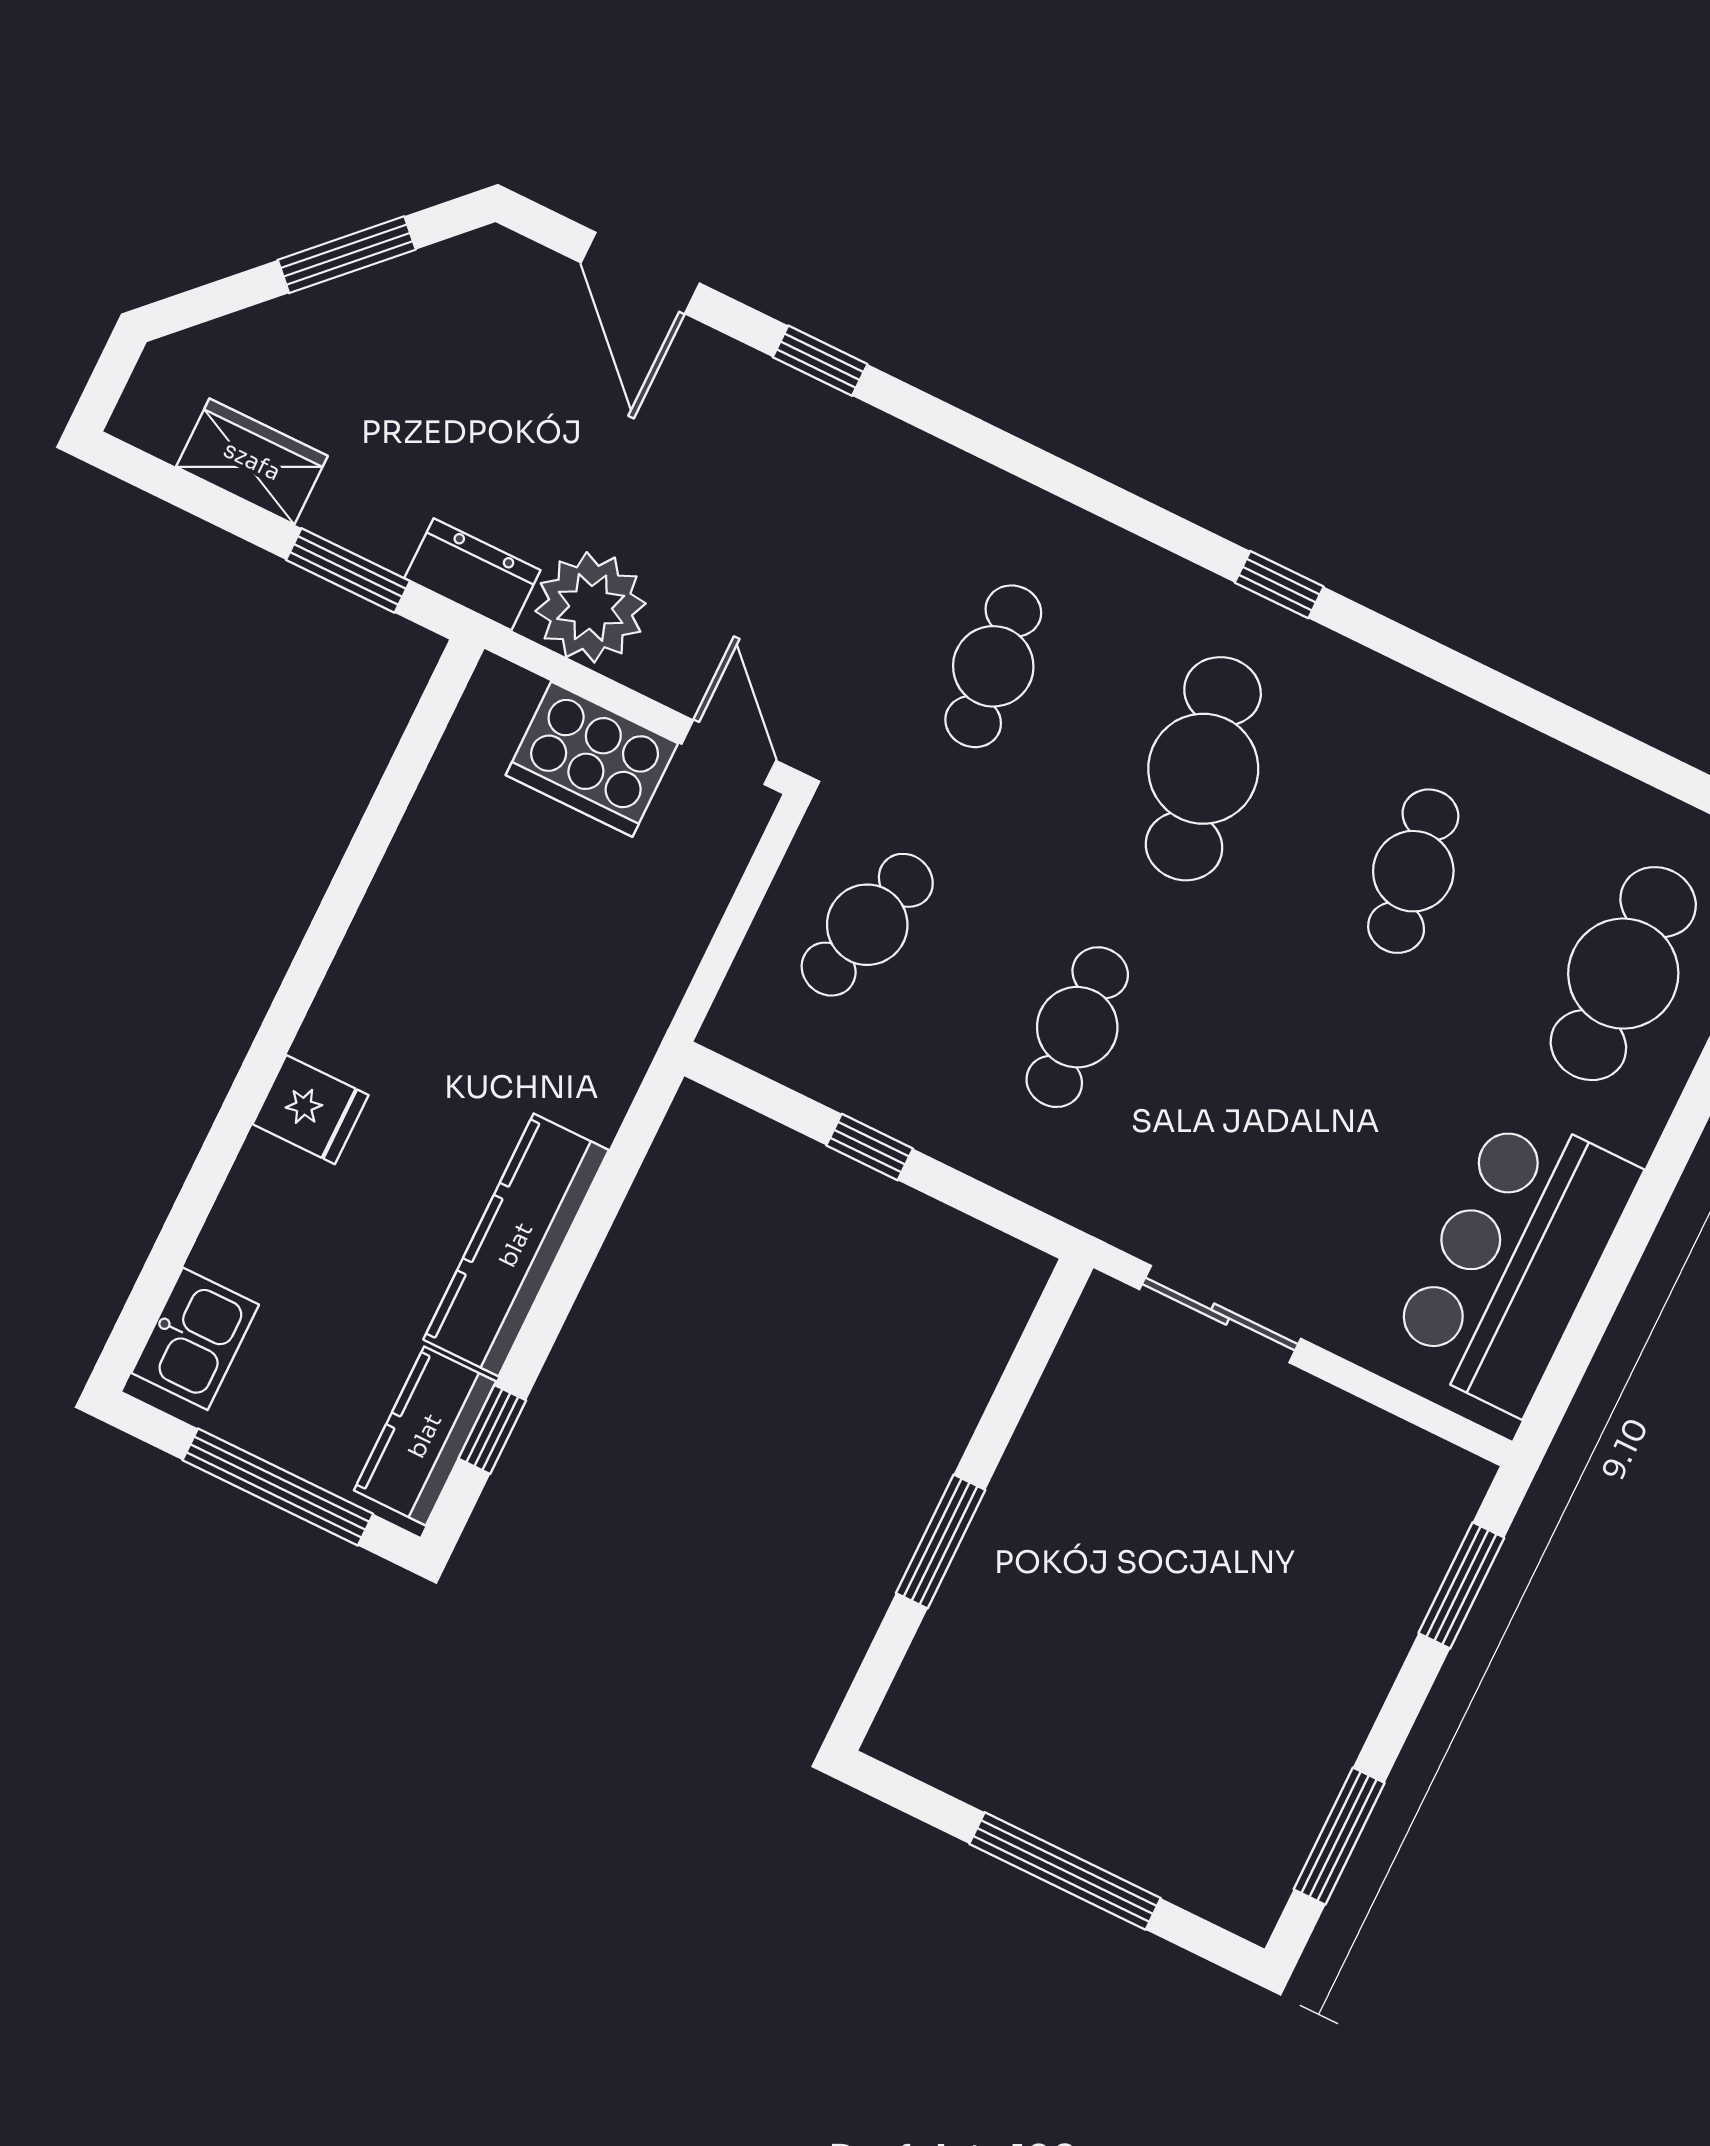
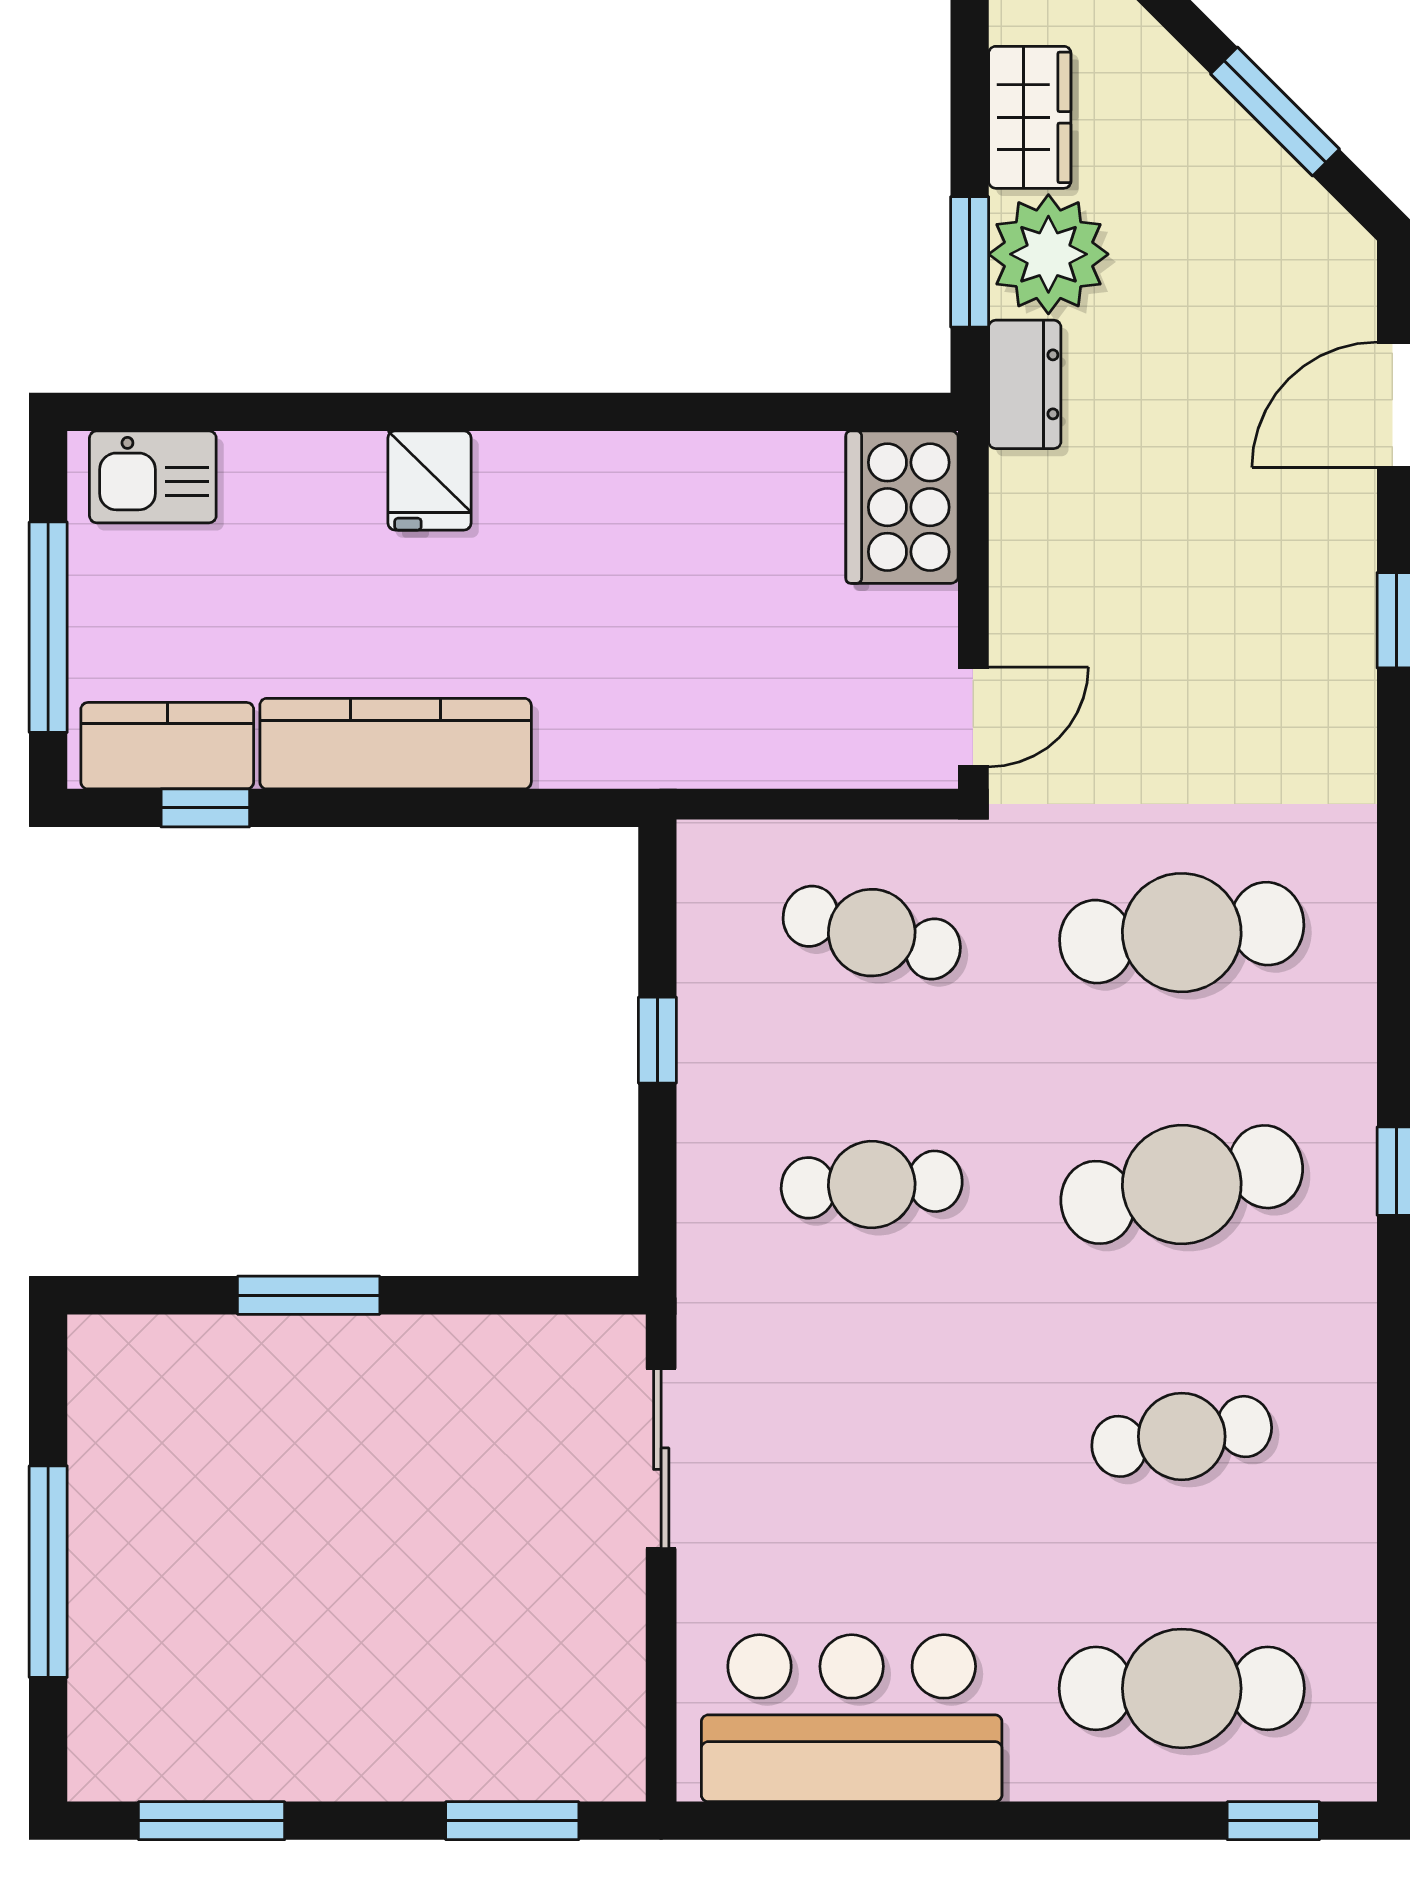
plant: (591, 607) -> (1048, 254), moved
cafe table: (993, 666) -> (1182, 933), width x1.37, depth x1.35
cooker: (592, 759) -> (902, 507), moved

